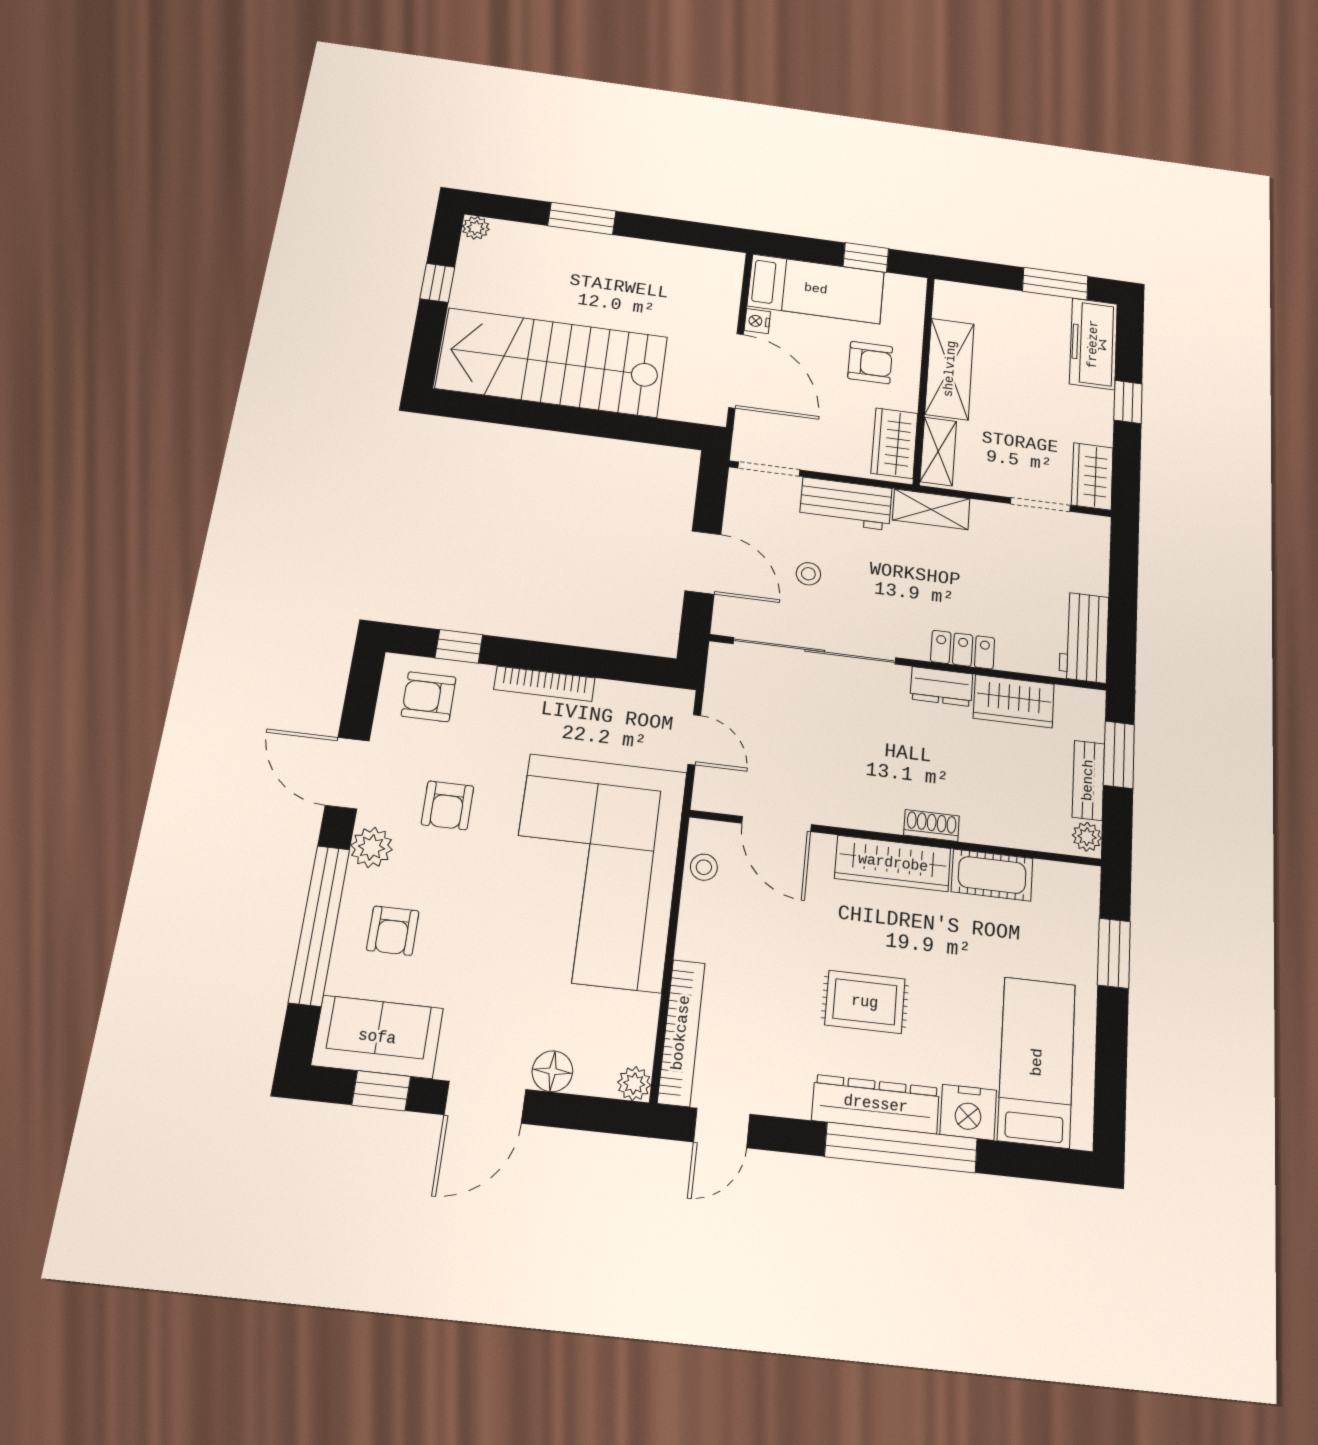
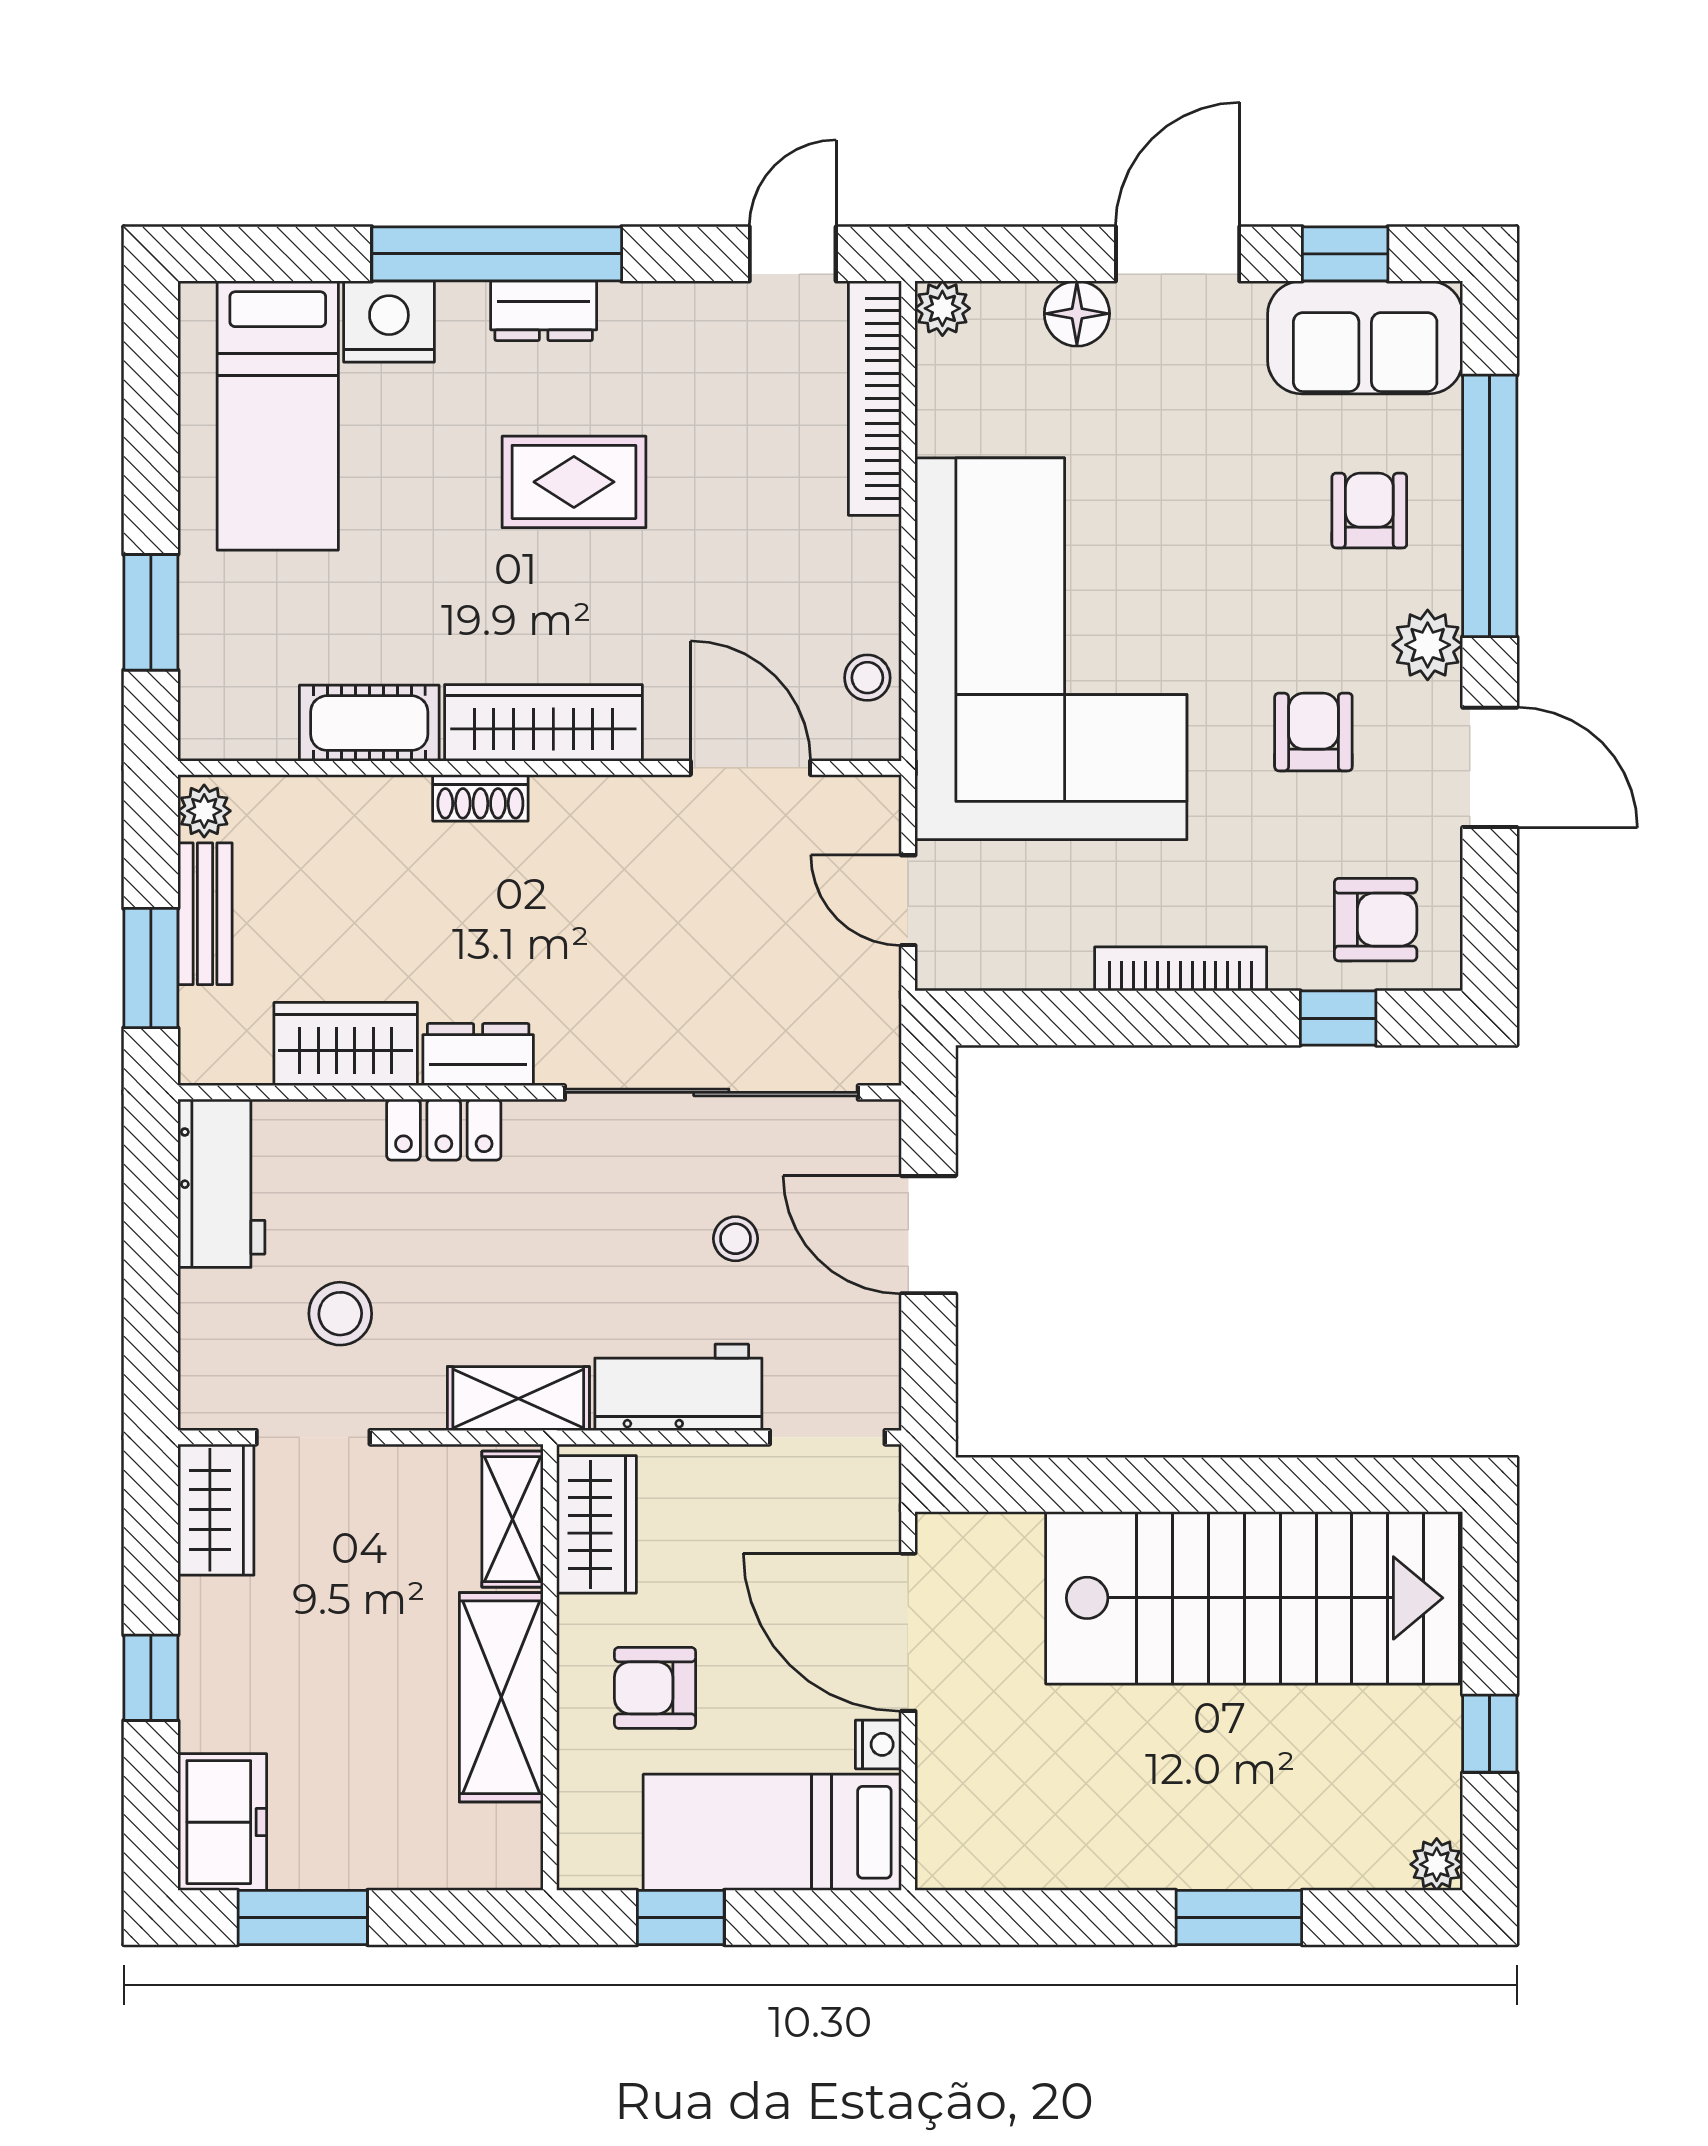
freezer: (1093, 344) -> (222, 1822), width x0.71
stool: (1023, 563) -> (340, 1314), added
dresser: (876, 1104) -> (544, 311), width x0.51, depth x0.80

